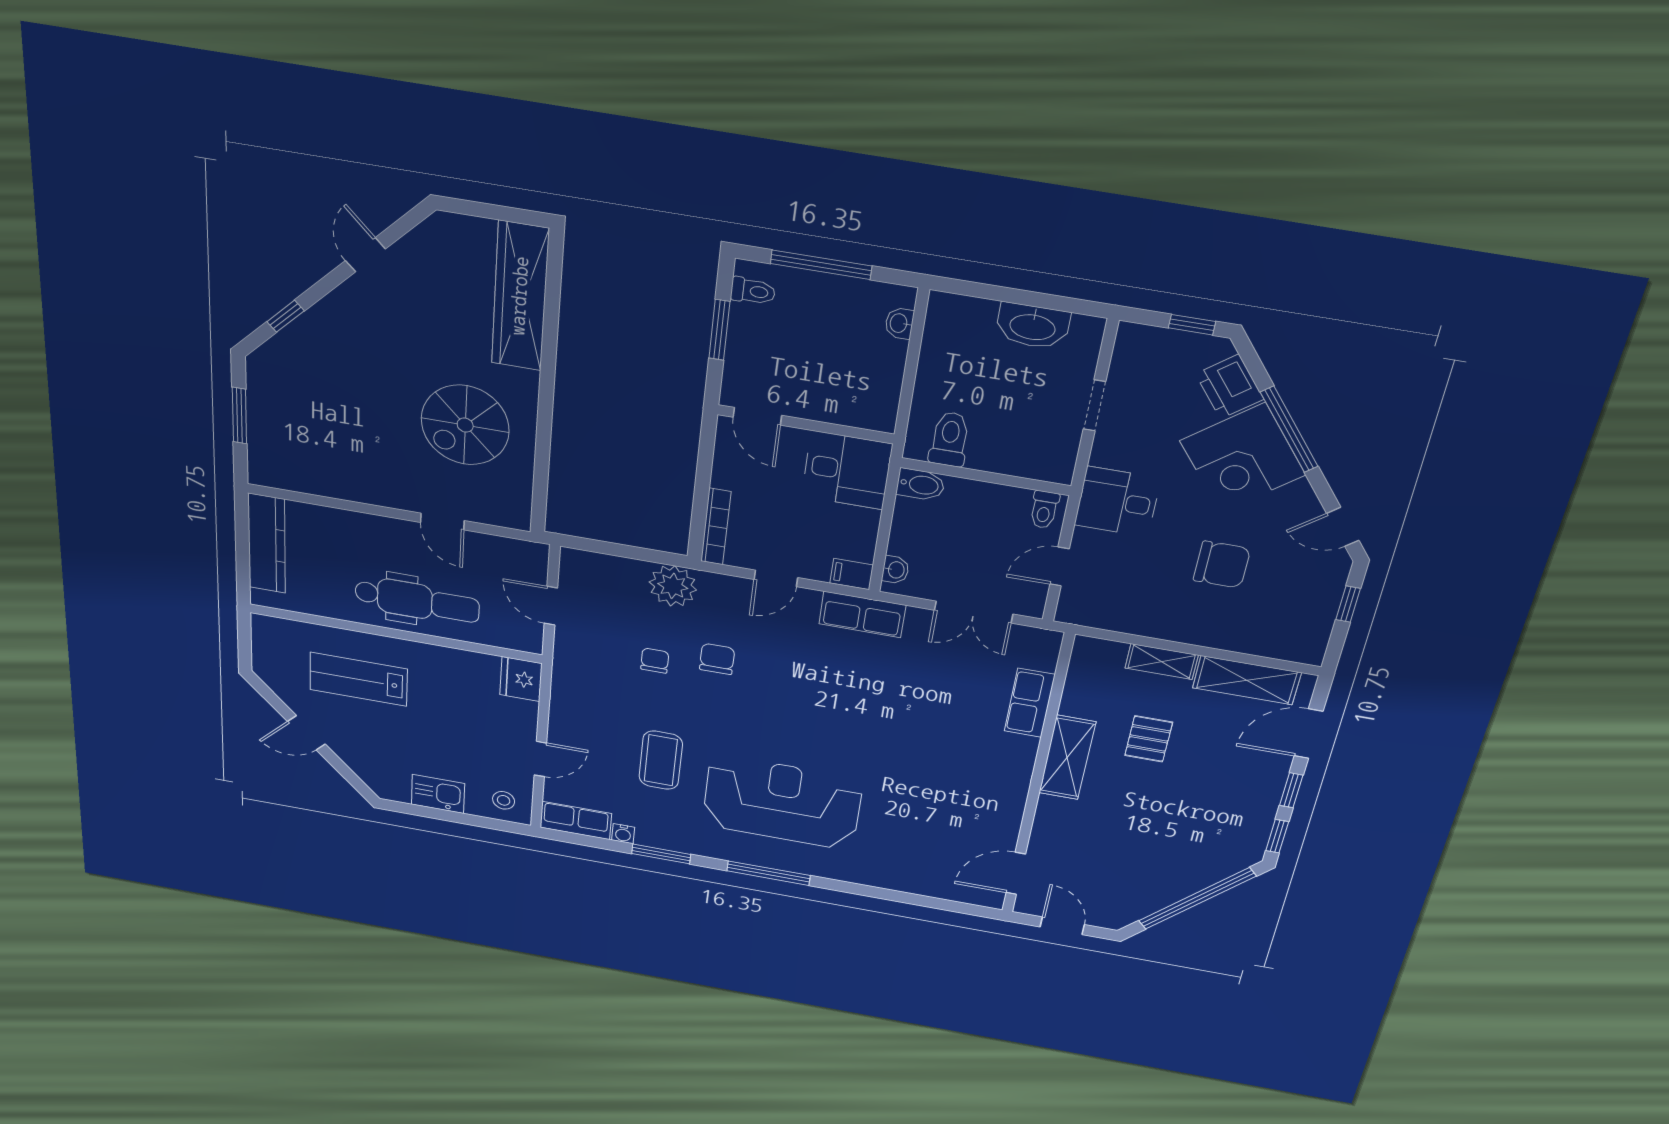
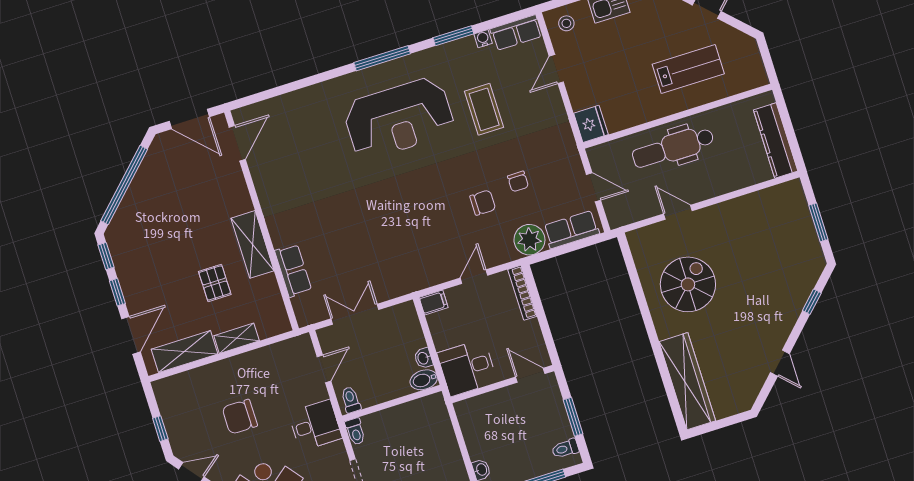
toilet: (950, 439) -> (355, 432), moved, width x0.73, depth x0.72
washbasin: (896, 570) -> (423, 358), moved
row of seats: (862, 614) -> (571, 230), moved
chair: (717, 659) -> (483, 203), turned -90
door: (1062, 926) -> (189, 119), width x1.38

